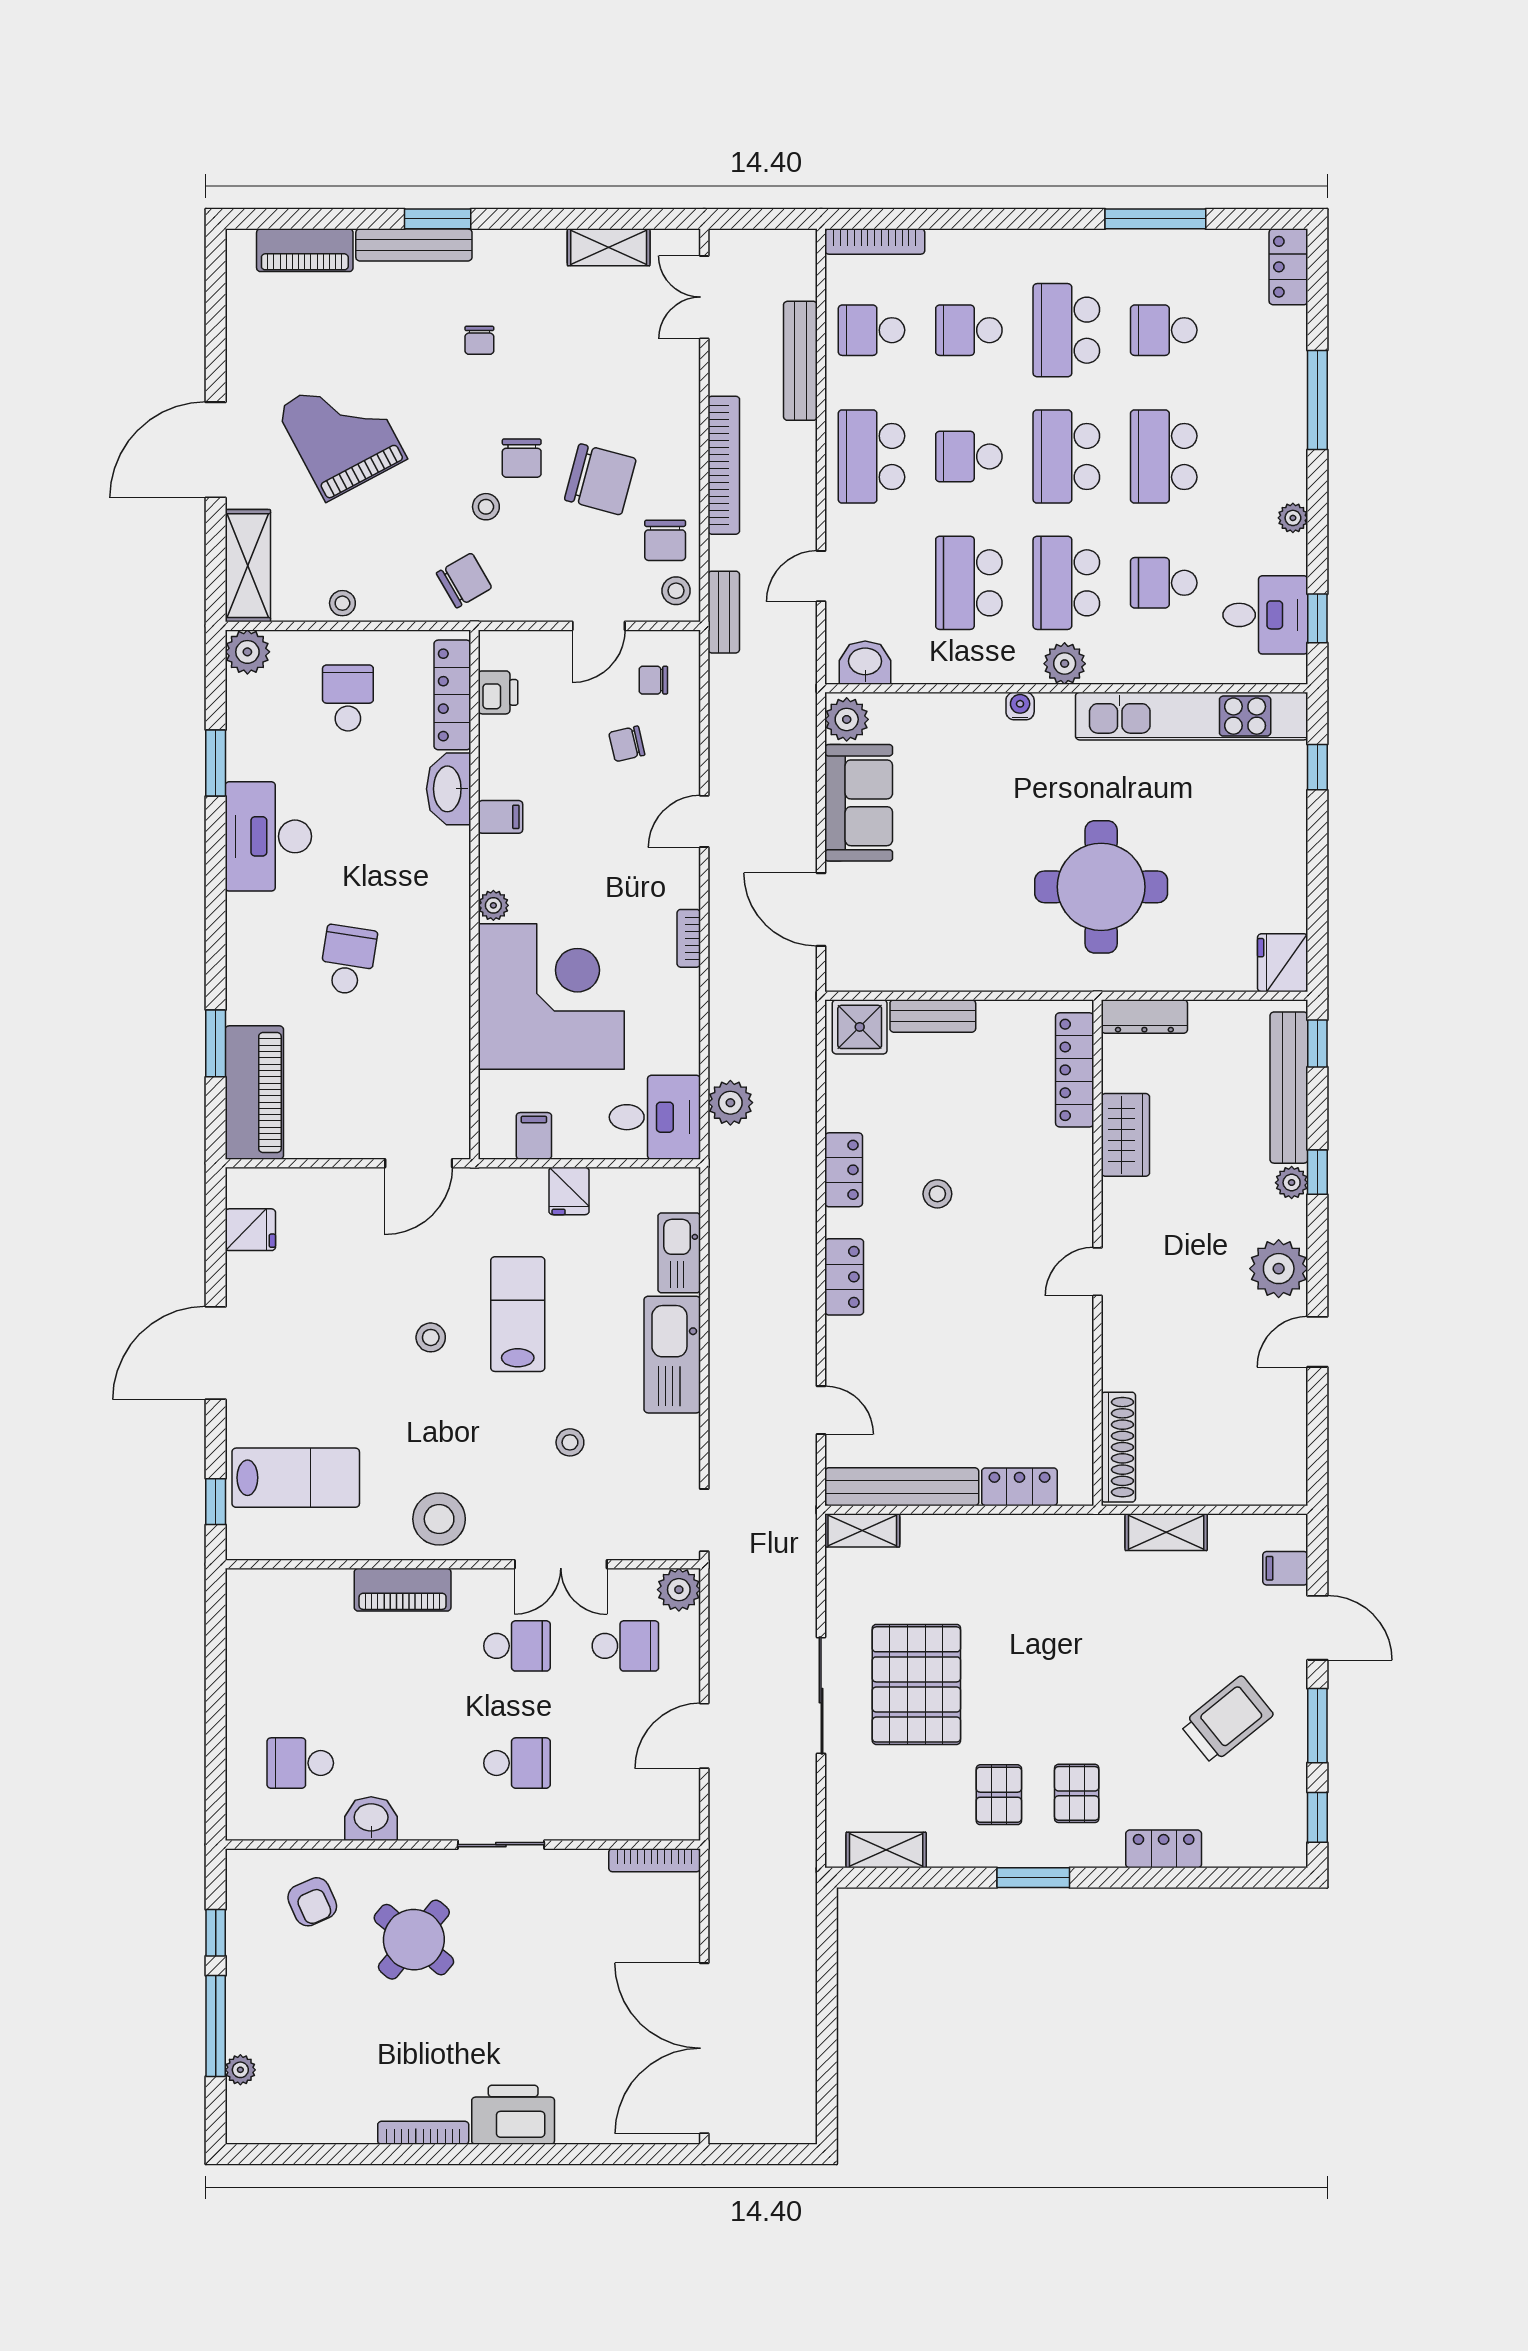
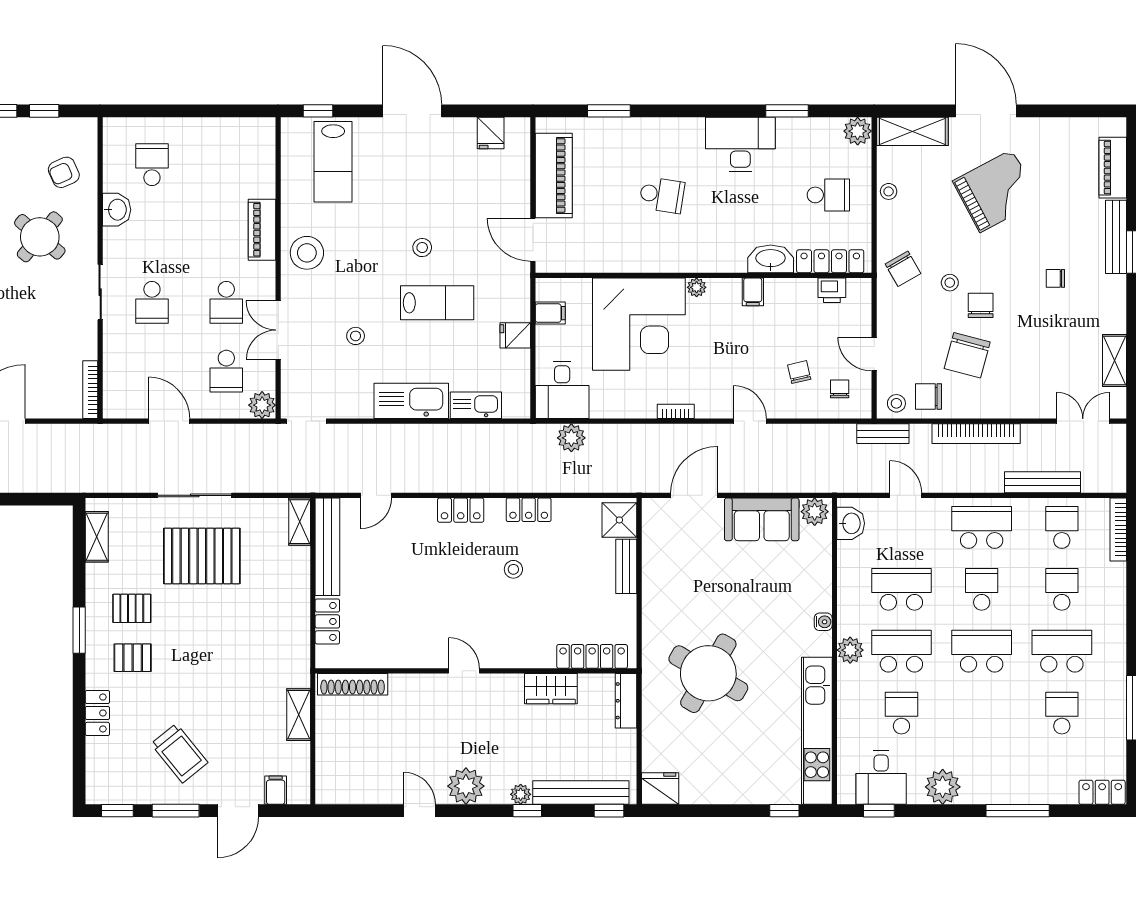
school desk: (1164, 457) -> (982, 713), removed
chair: (522, 458) -> (981, 305), turned 90
plant: (1293, 518) -> (943, 787), width x1.88, depth x1.88
round table: (1101, 887) -> (708, 673), turned 30
piano: (254, 1093) -> (554, 176), moved, turned -90

